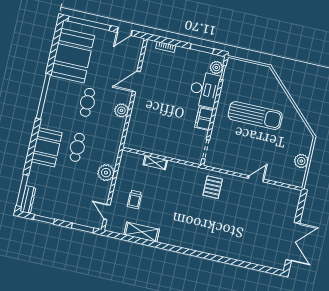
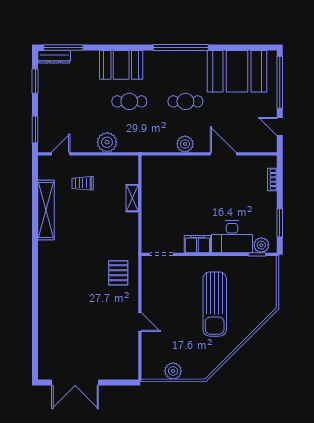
pallet: (213, 187) -> (118, 273), turned 90
shelving: (142, 232) -> (46, 210), width x1.47

